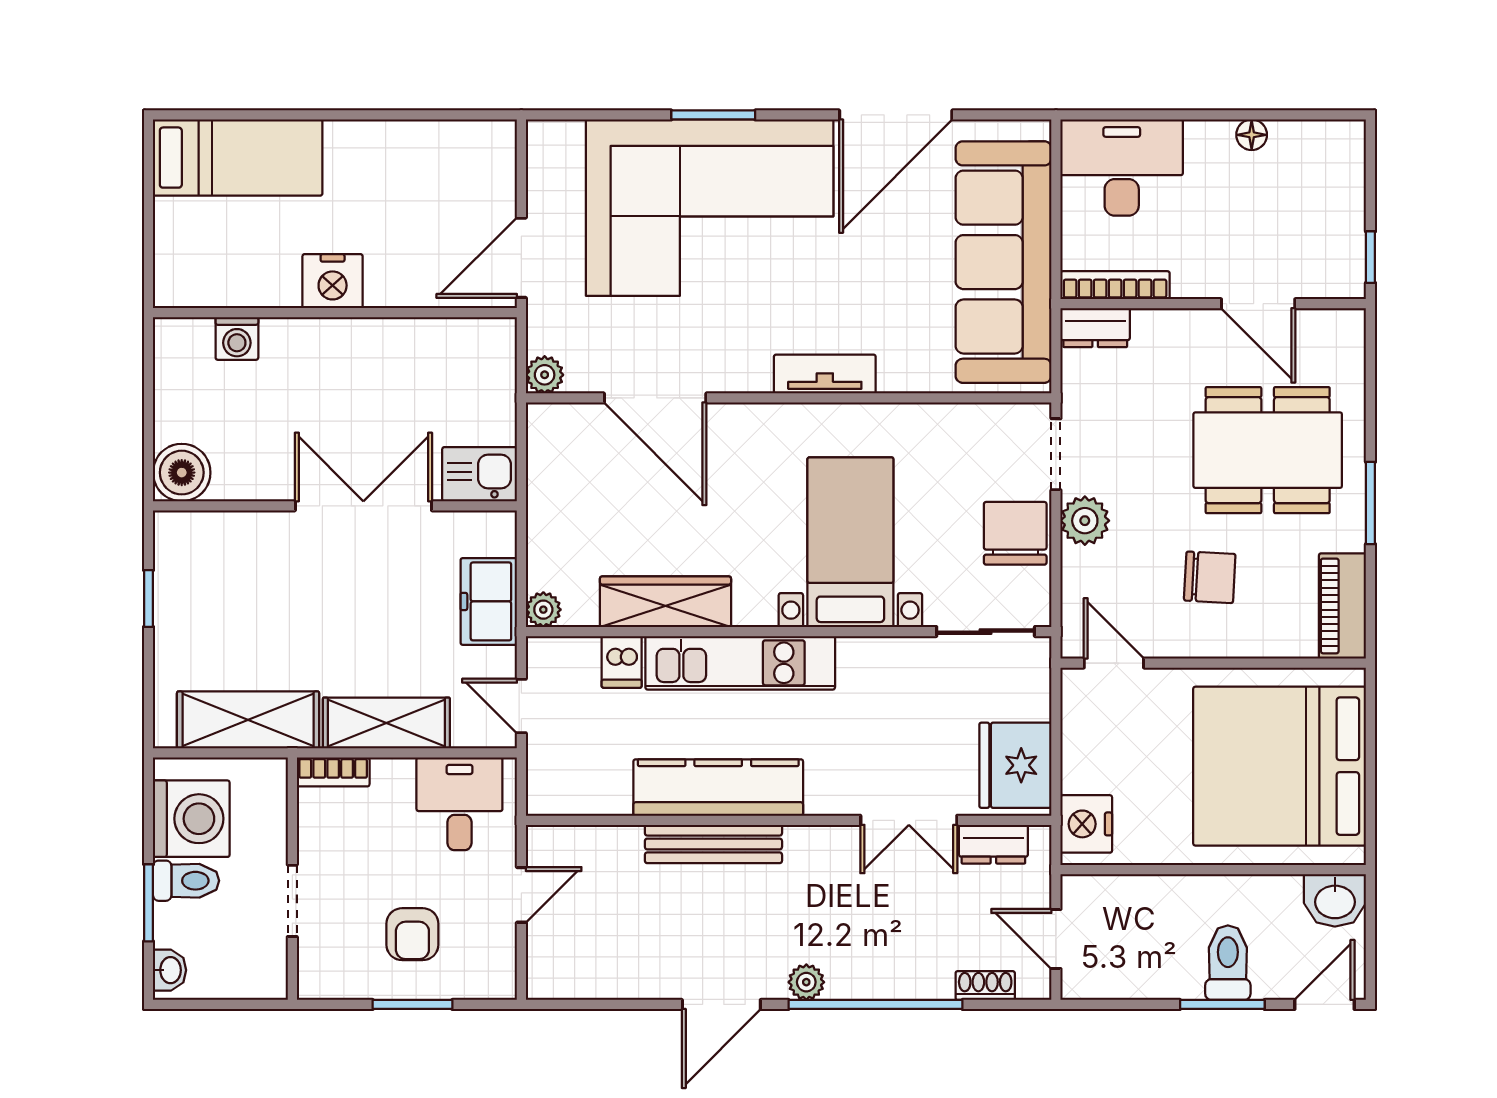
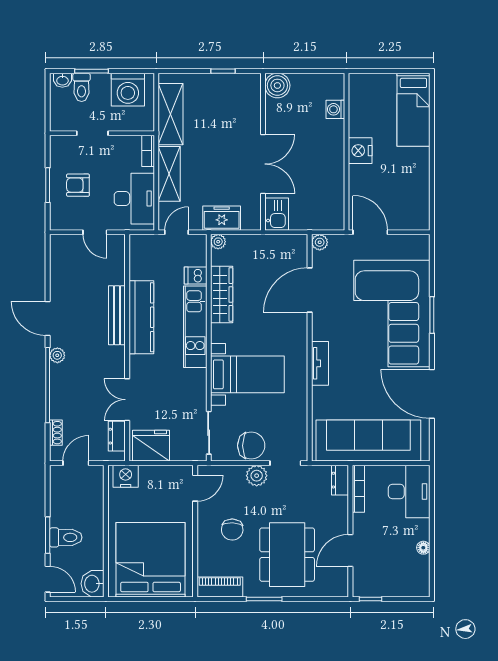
desk: (459, 804) -> (134, 199), width x1.37
toilet: (186, 881) -> (82, 87), moved

